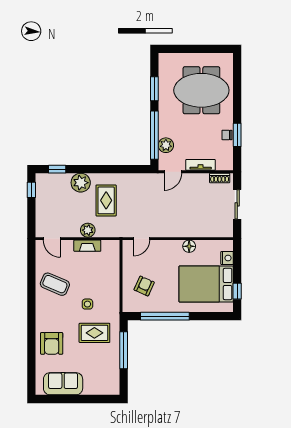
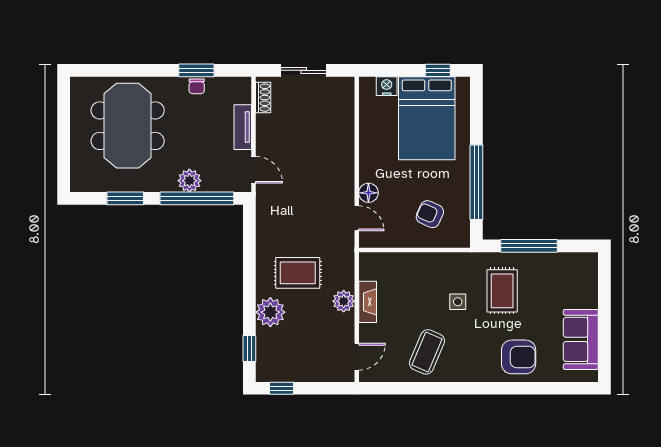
plant: (166, 145) -> (189, 181), moved
floor lamp: (189, 246) -> (368, 193), moved

